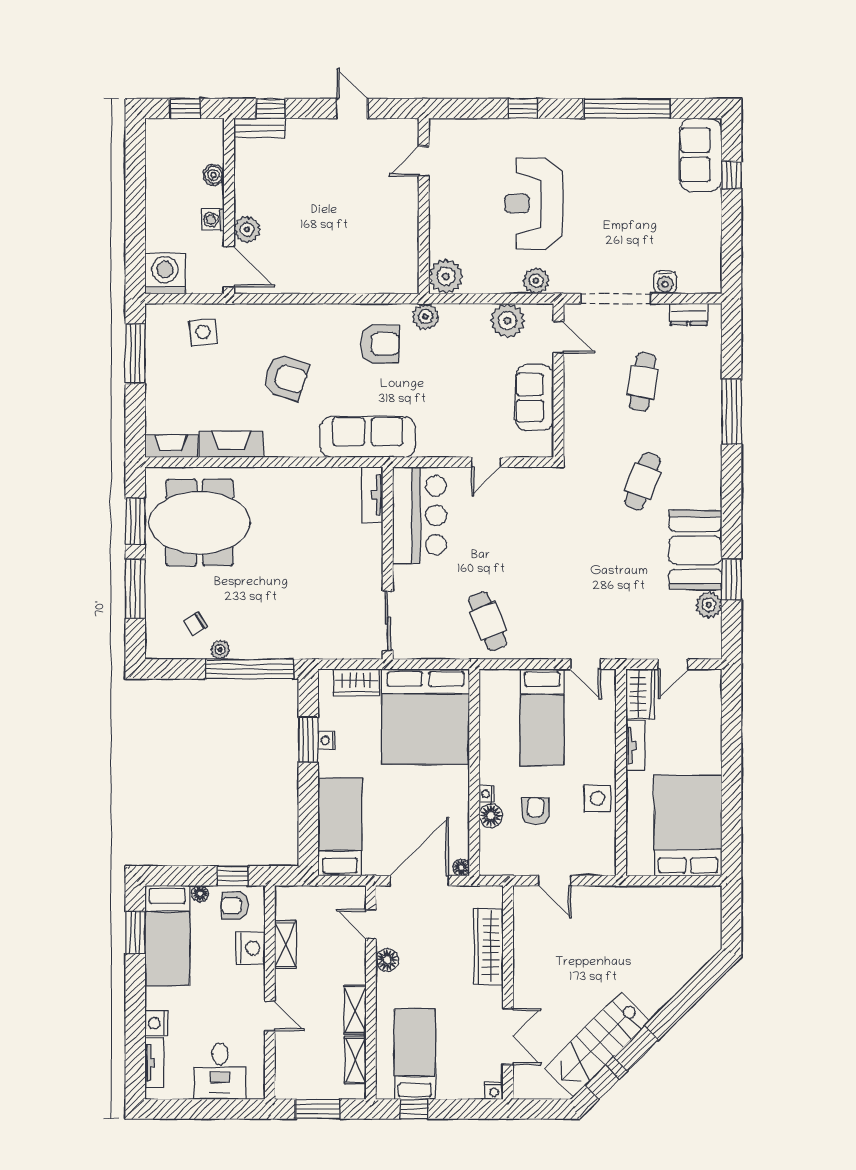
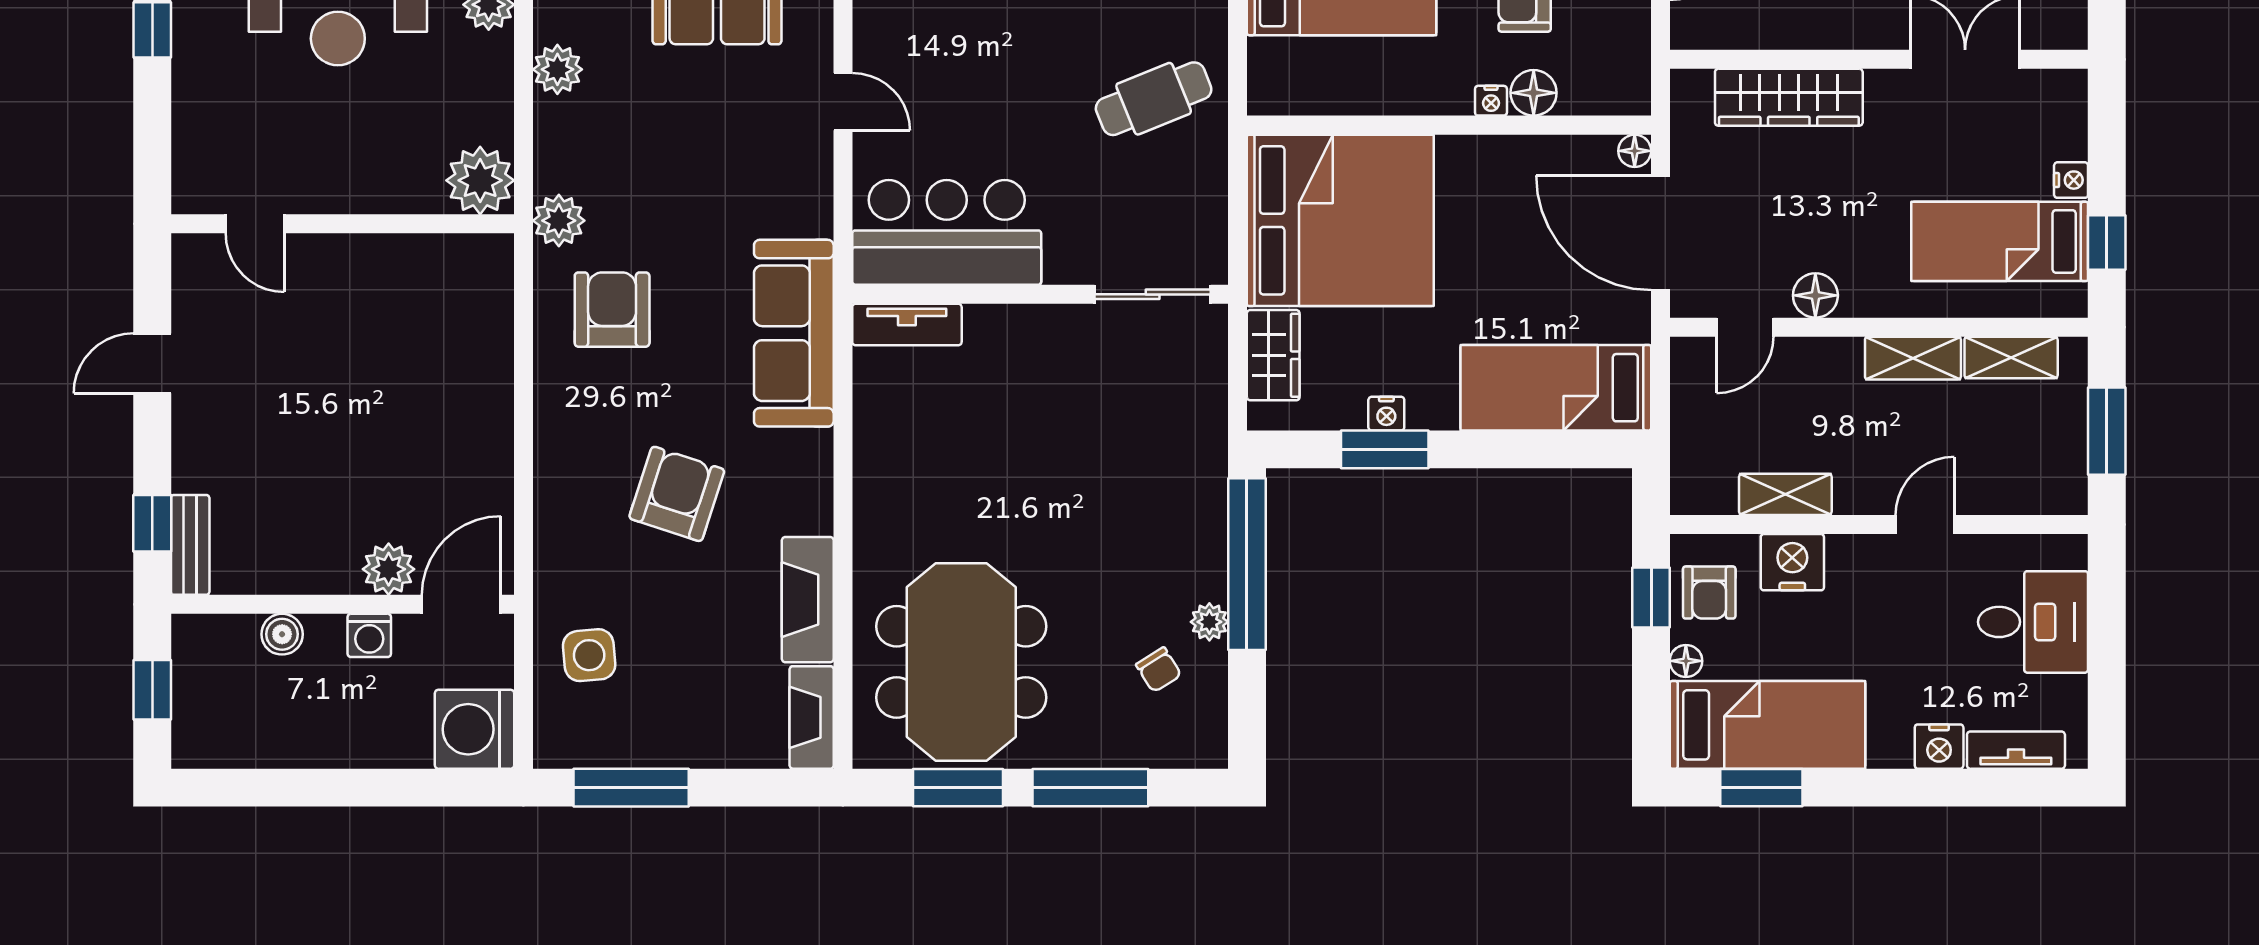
plant: (507, 321) -> (557, 69), width x0.73, depth x0.73
nightstand: (494, 1091) -> (2071, 180), moved

